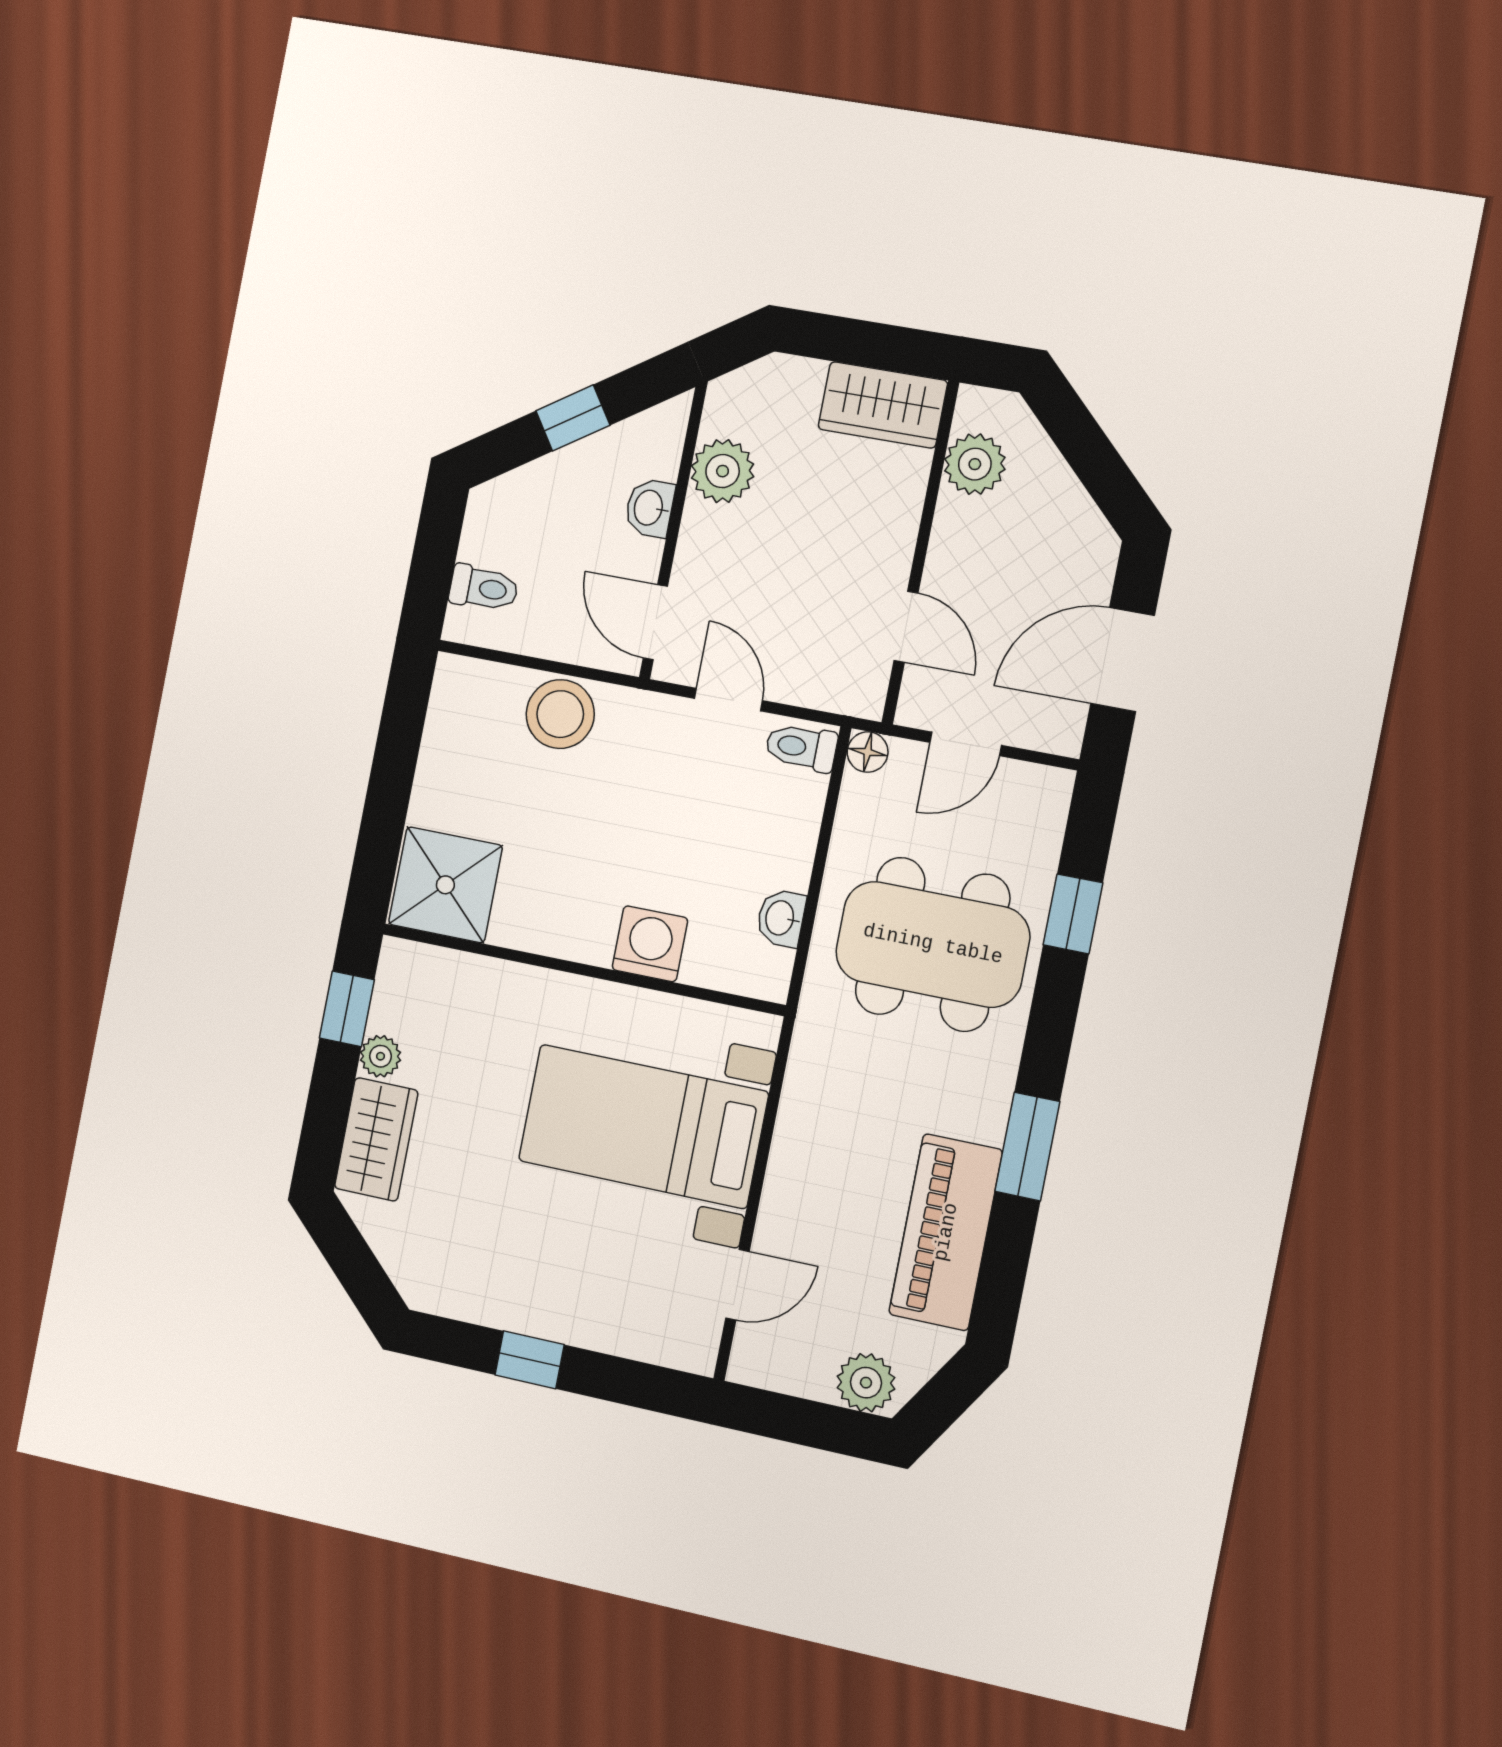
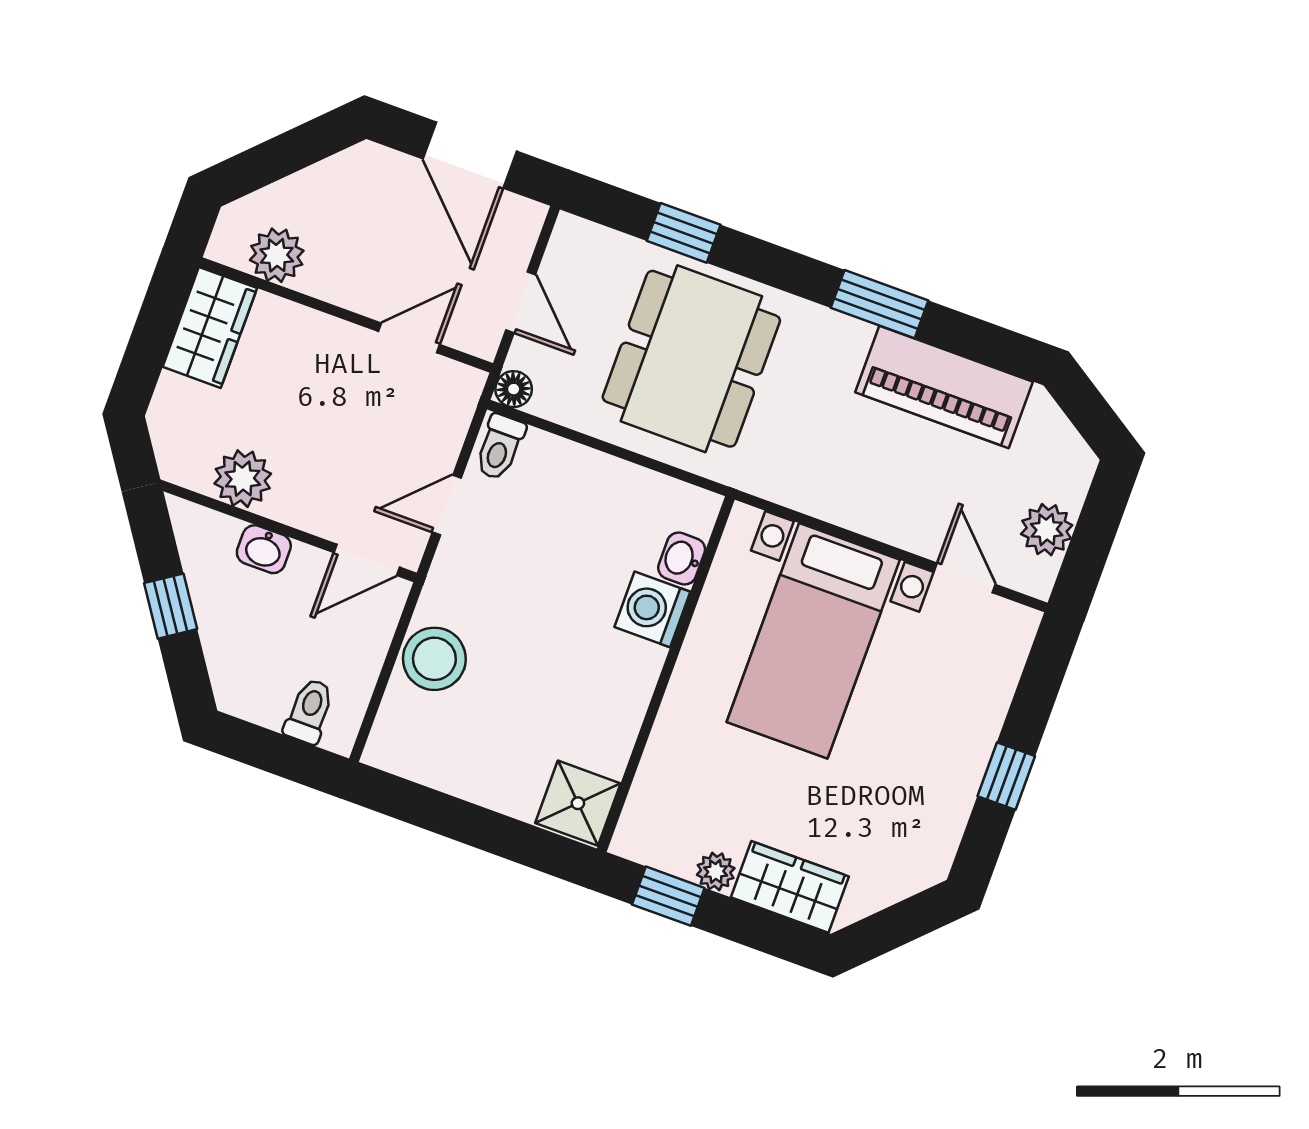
shower: (445, 885) -> (578, 803), width x0.73, depth x0.73
washbasin: (781, 918) -> (682, 559), moved, turned 90
plant: (866, 1383) -> (1047, 530), moved

